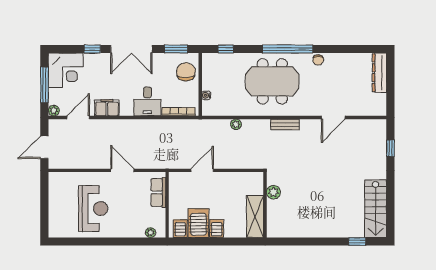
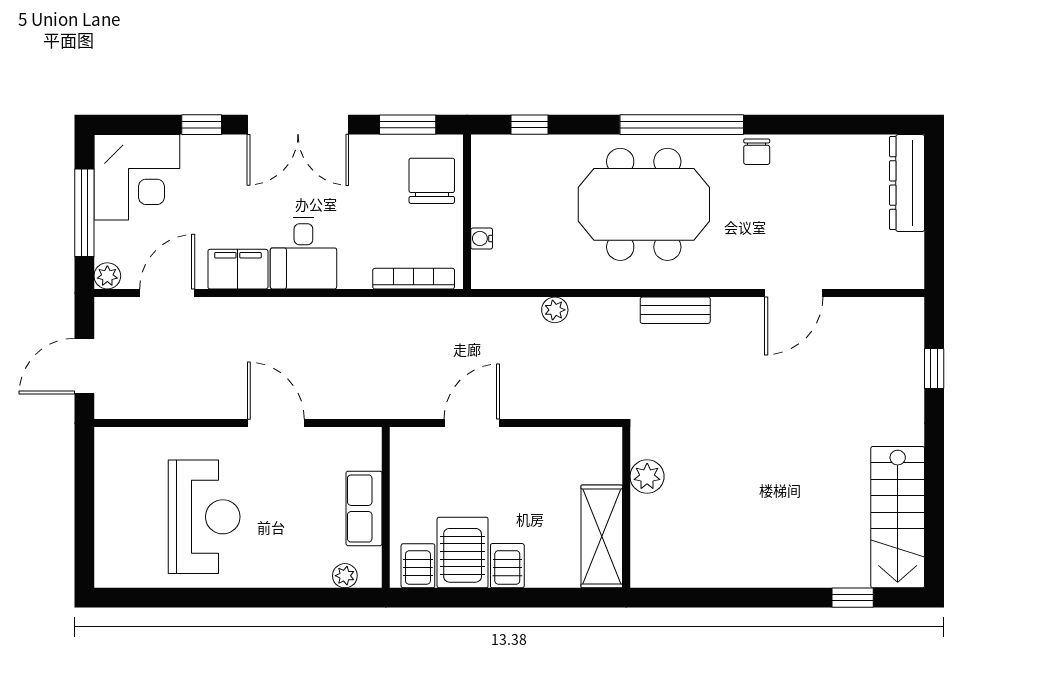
desk: (147, 101) -> (303, 253), moved
row of seats: (158, 192) -> (364, 508), moved

